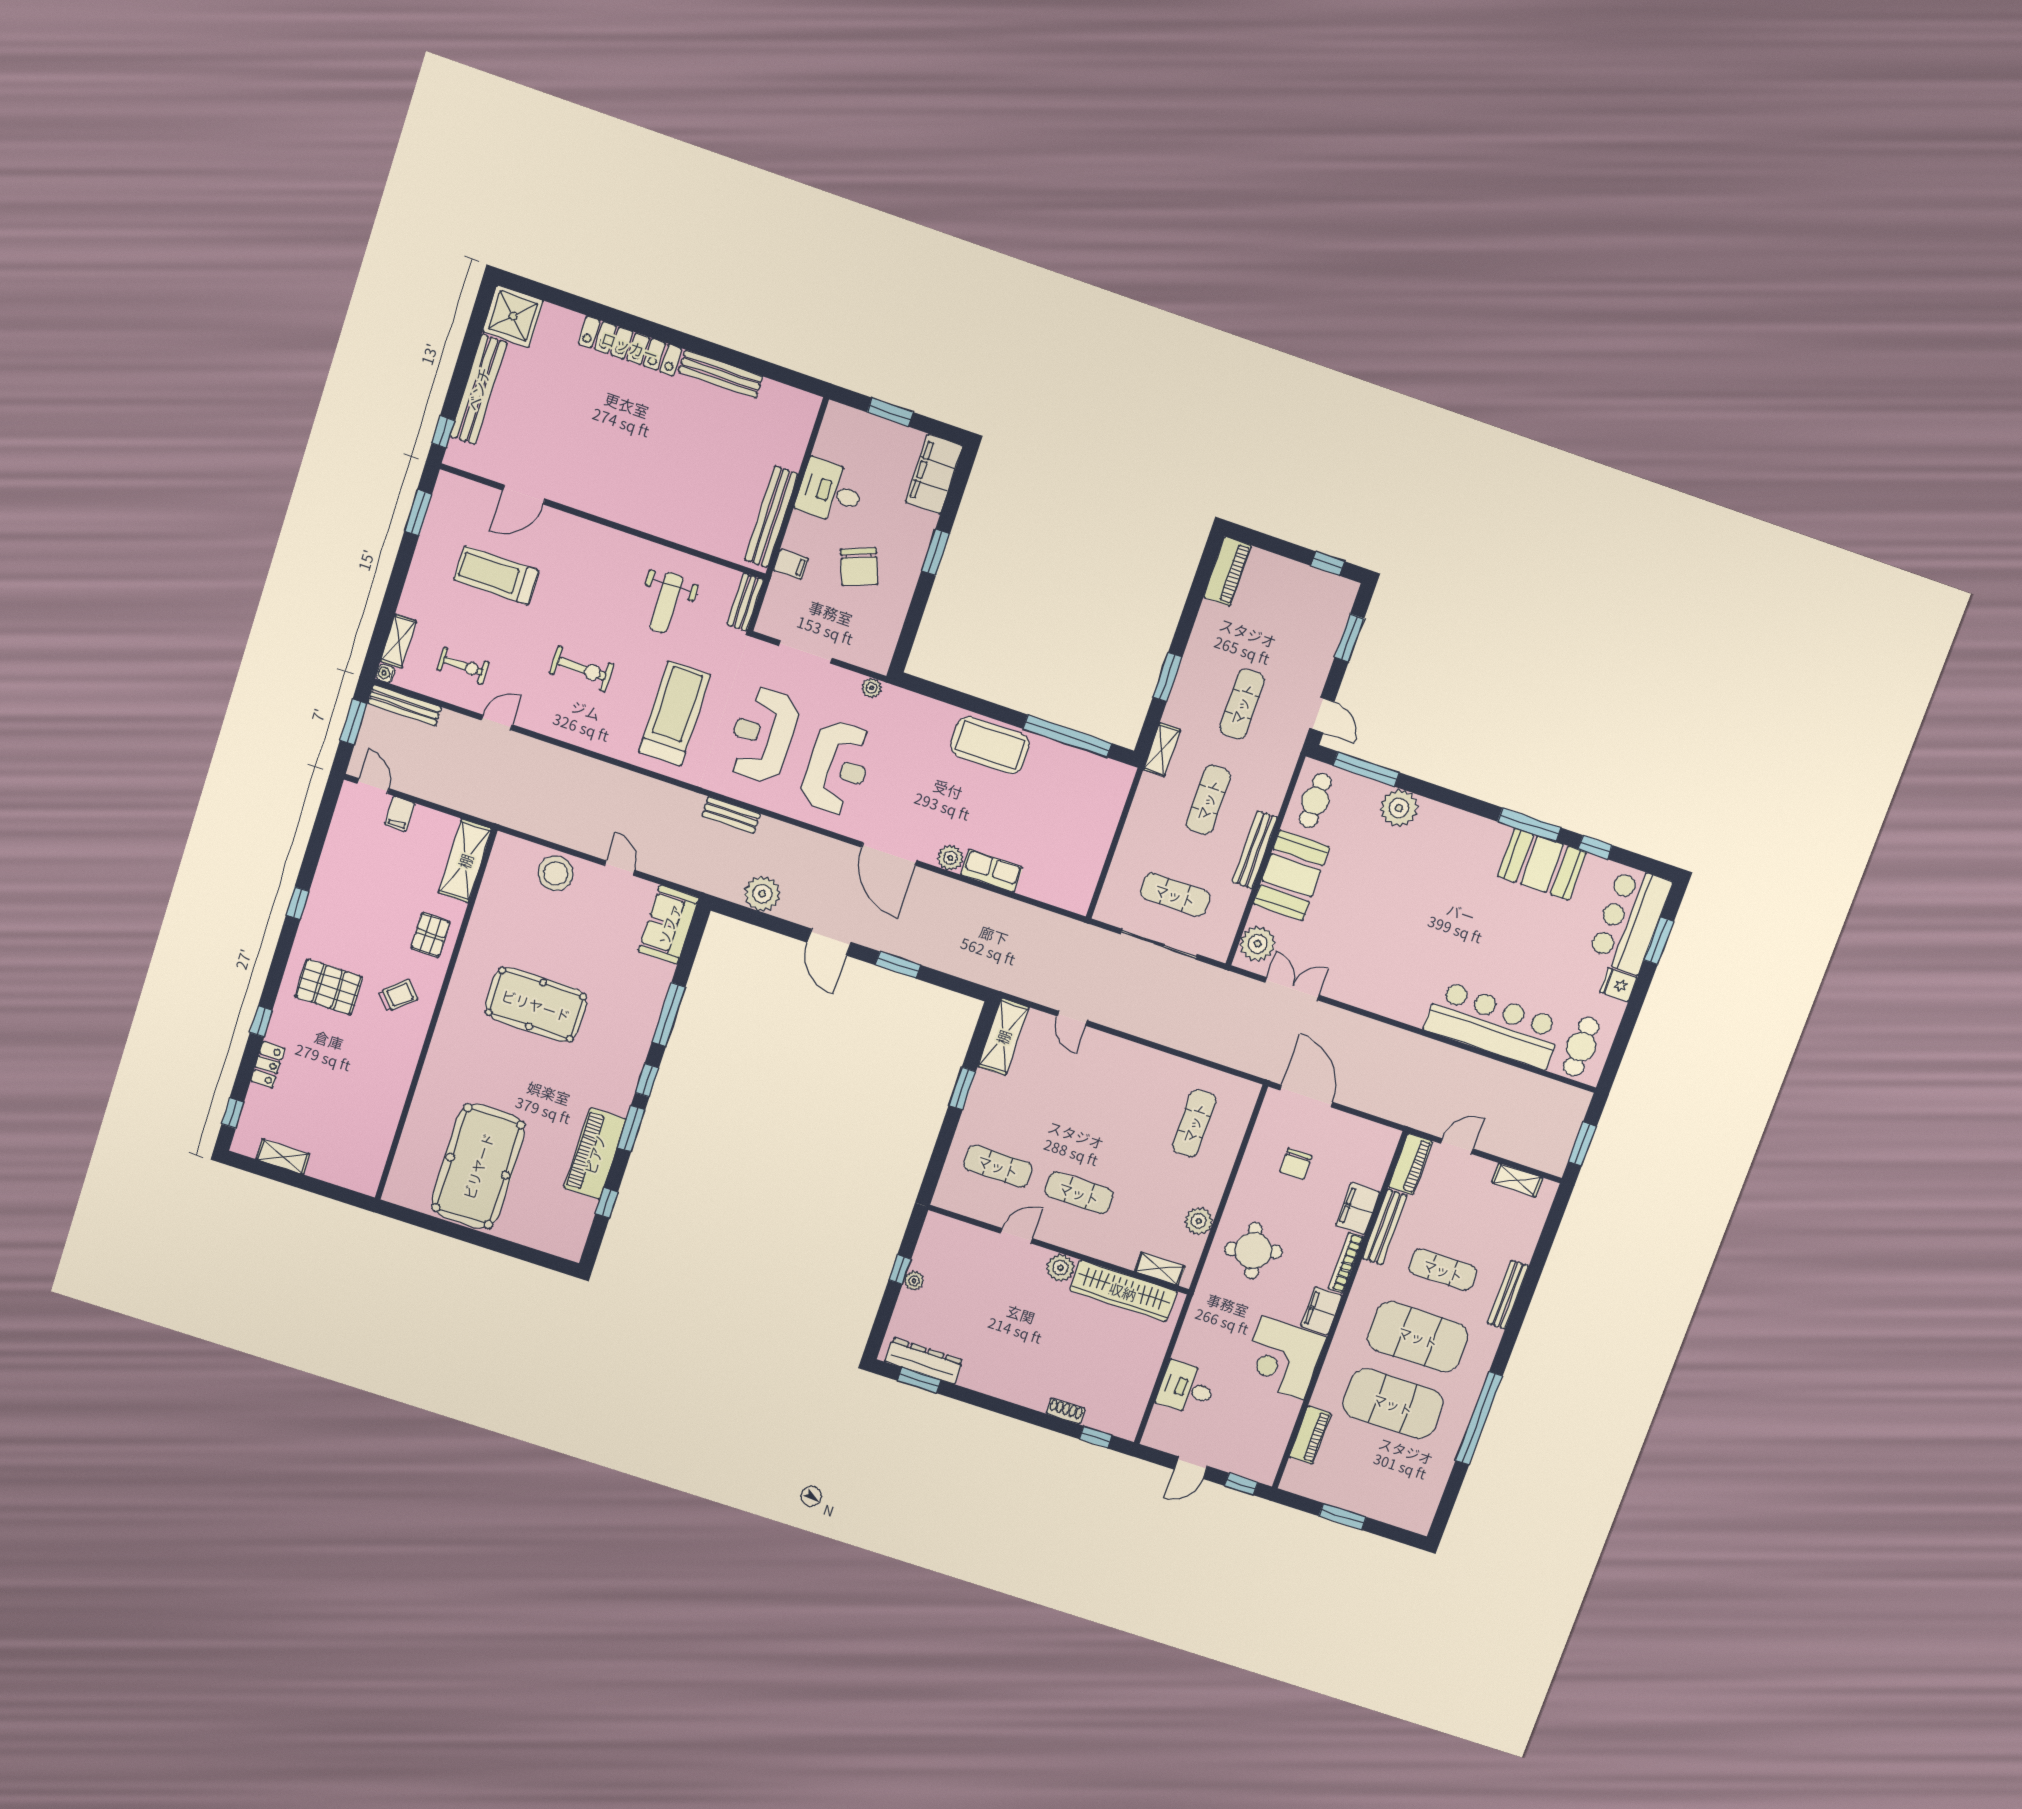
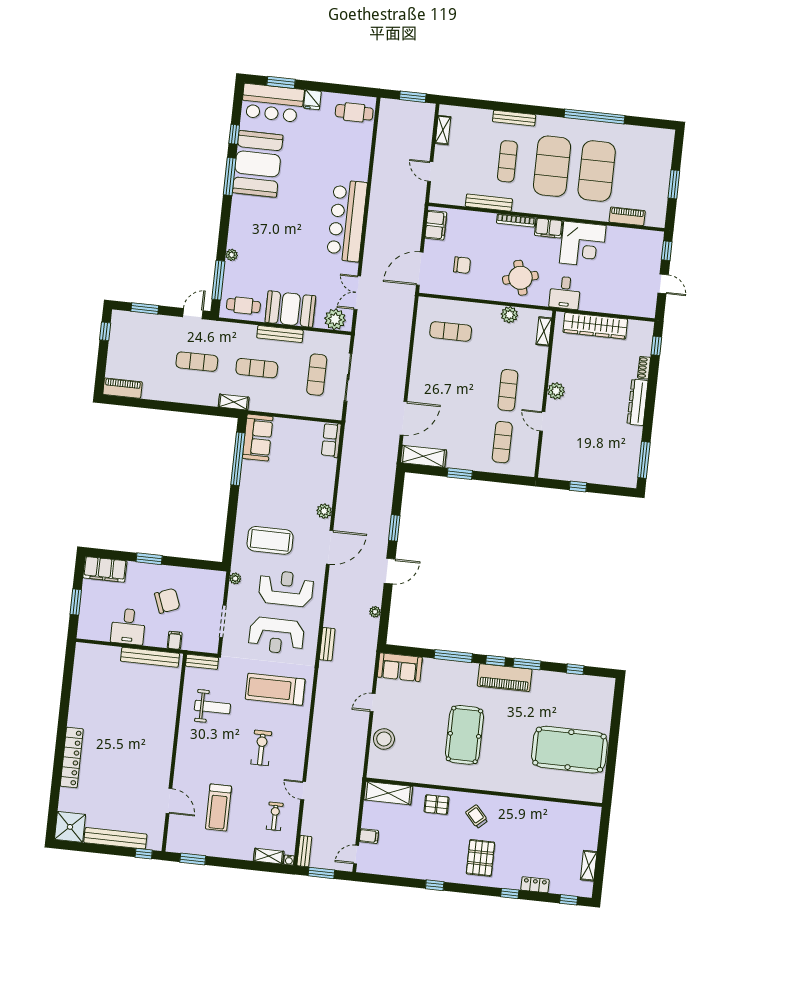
bench: (721, 374) -> (76, 703), removed
window: (1168, 677) -> (191, 409), removed
bench: (404, 705) -> (304, 851), width x0.73
coffee table: (990, 745) -> (270, 540), moved, turned 90
sofa: (1095, 776) -> (258, 438), added
plant: (1399, 808) -> (232, 255), width x0.53, depth x0.53
booth: (1542, 864) -> (258, 164), width x1.36, depth x1.42
row of seats: (992, 871) -> (331, 440), moved
plant: (762, 894) -> (375, 612), width x0.53, depth x0.53
door: (1072, 1018) -> (403, 418), width x1.88
bar counter: (1494, 1025) -> (347, 221), moved
piano: (595, 1154) -> (505, 678), moved
piano: (1410, 1164) -> (447, 197), removed
filing cabinet: (1358, 1209) -> (436, 225), moved, turned -90
plant: (914, 1281) -> (583, 477), removed
wardrobe: (1123, 1291) -> (595, 326), moved, turned 90
dresser: (924, 1361) -> (638, 402), moved
window: (919, 1380) -> (644, 460), width x1.44
desk: (1186, 1388) -> (565, 293), moved

